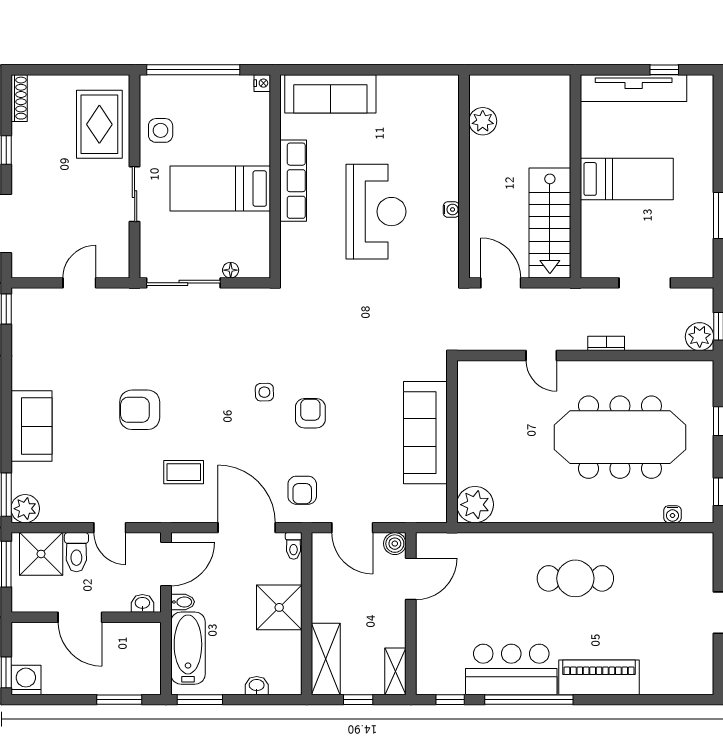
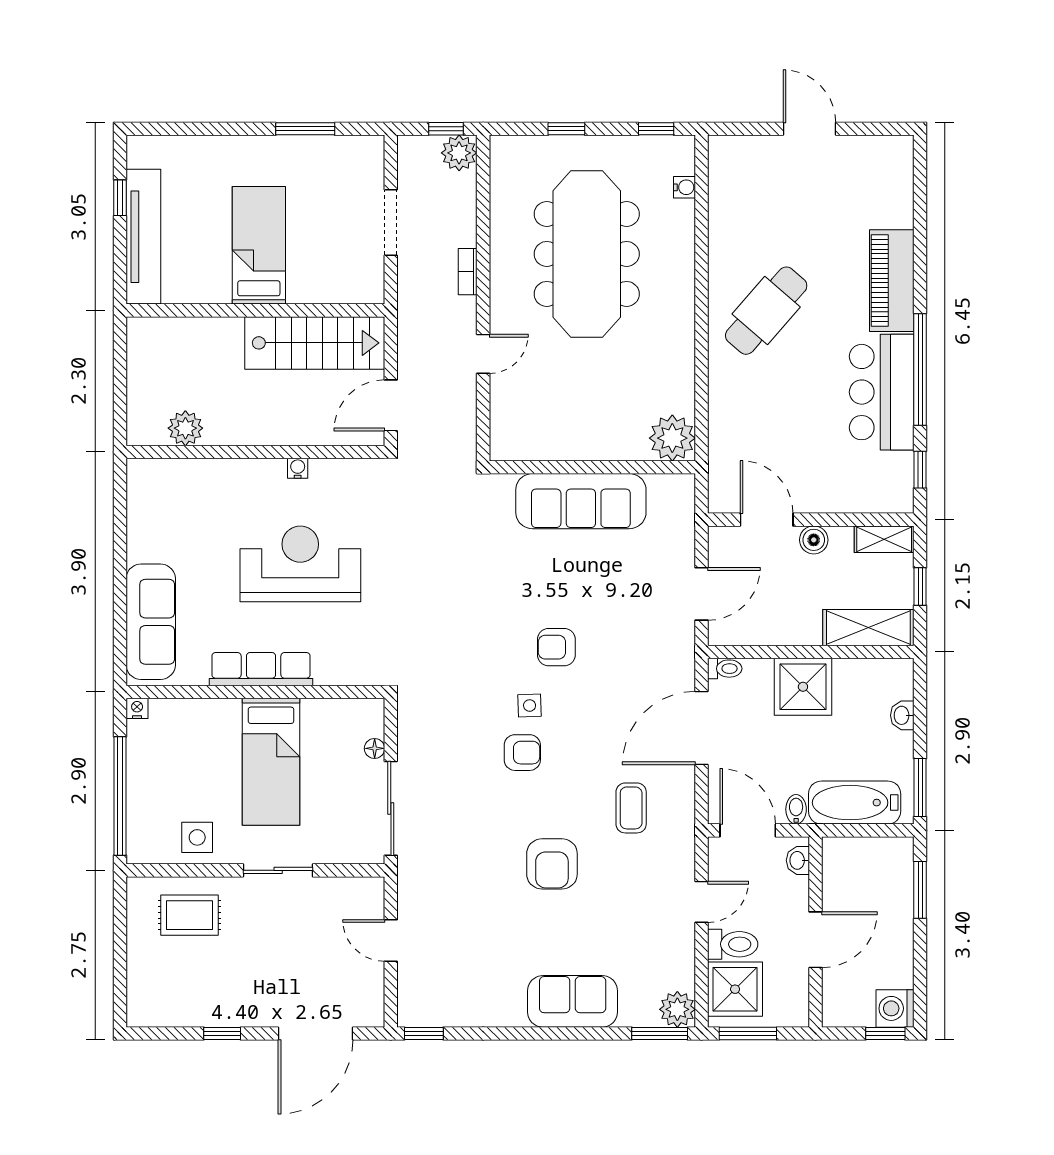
shoe rack: (19, 98) -> (156, 1017), removed
rug: (99, 124) -> (189, 915), width x0.73, depth x0.70
armchair: (302, 490) -> (522, 753), moved
boiler: (395, 544) -> (814, 540), moved
cafe table: (575, 578) -> (766, 311), turned 41

